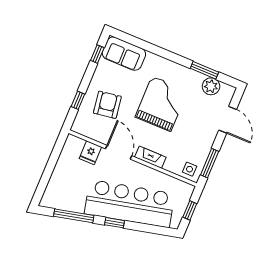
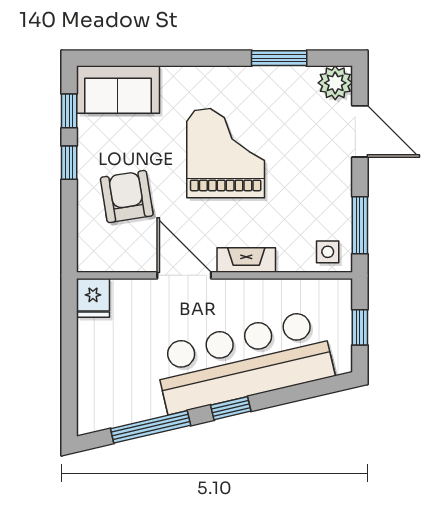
plant: (211, 86) -> (335, 83), moved
window: (78, 100) -> (69, 163), moved
fridge: (90, 153) -> (93, 298), moved

